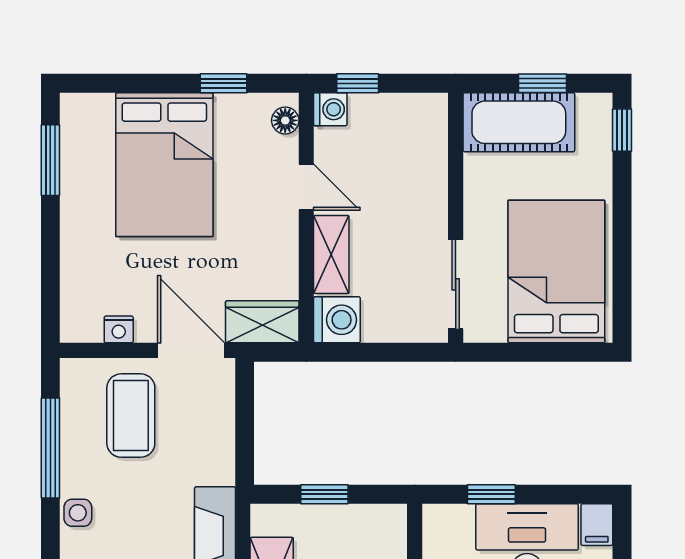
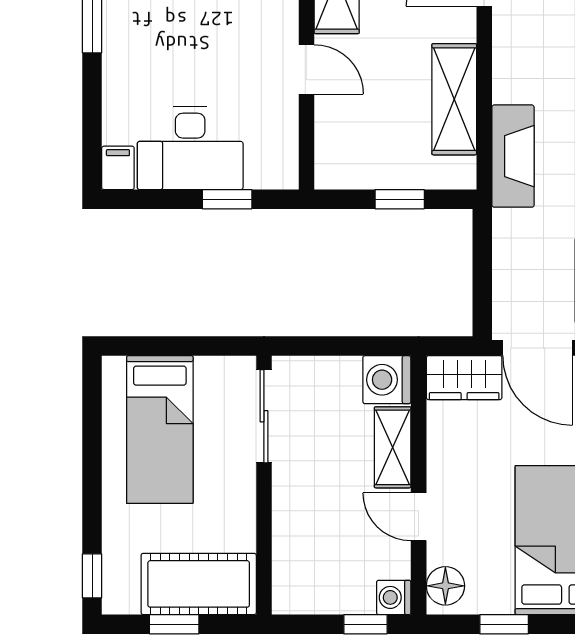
floor lamp: (285, 120) -> (445, 586), width x1.37, depth x1.37
bed: (556, 272) -> (160, 430), width x0.67

